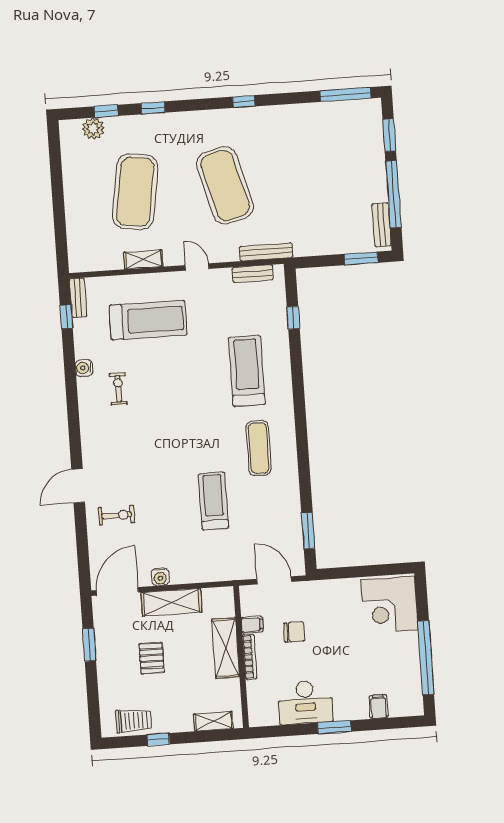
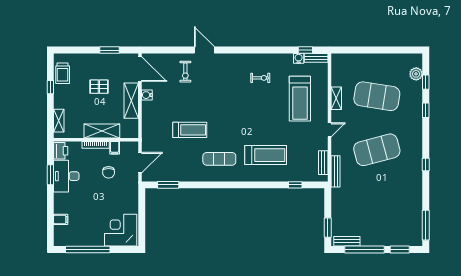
water cooler: (84, 368) -> (299, 58), moved
printer: (264, 715) -> (61, 151), added
window: (334, 727) -> (50, 175), moved

